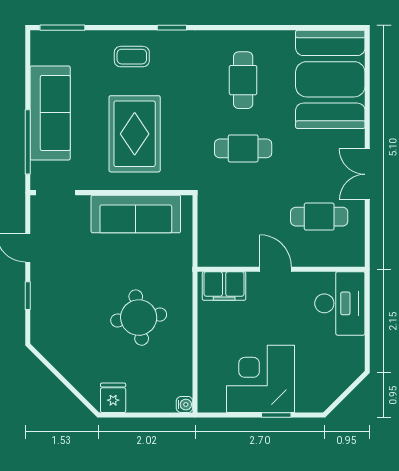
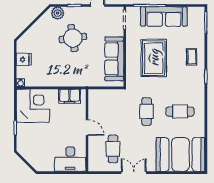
rug: (135, 134) -> (154, 58), turned 90
door: (275, 269) -> (87, 127), hinge flipped
filing cabinet: (224, 286) -> (70, 96), moved, turned -90
round table: (139, 318) -> (73, 38), moved
plant: (43, 329) -> (58, 13), added
corner desk: (261, 379) -> (33, 106), moved
fridge: (113, 398) -> (24, 59), moved

